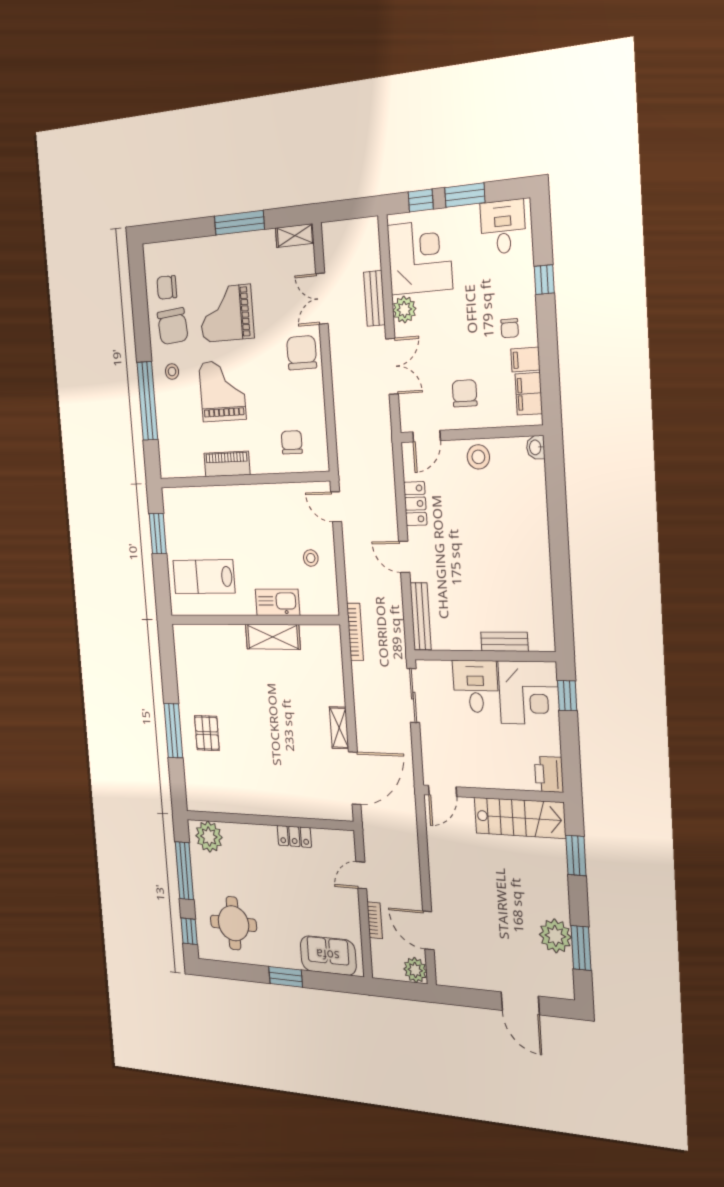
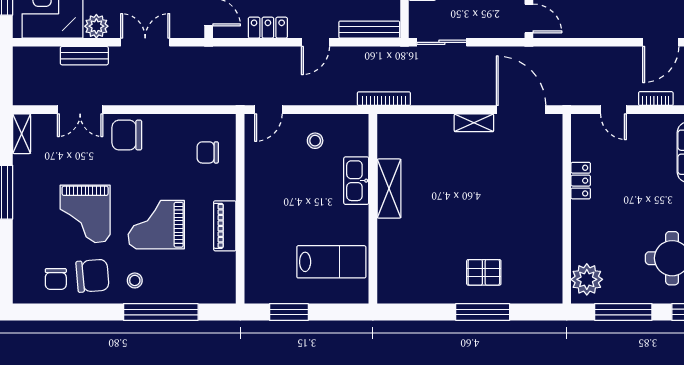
lab bench: (204, 577) -> (331, 262), turned -90

